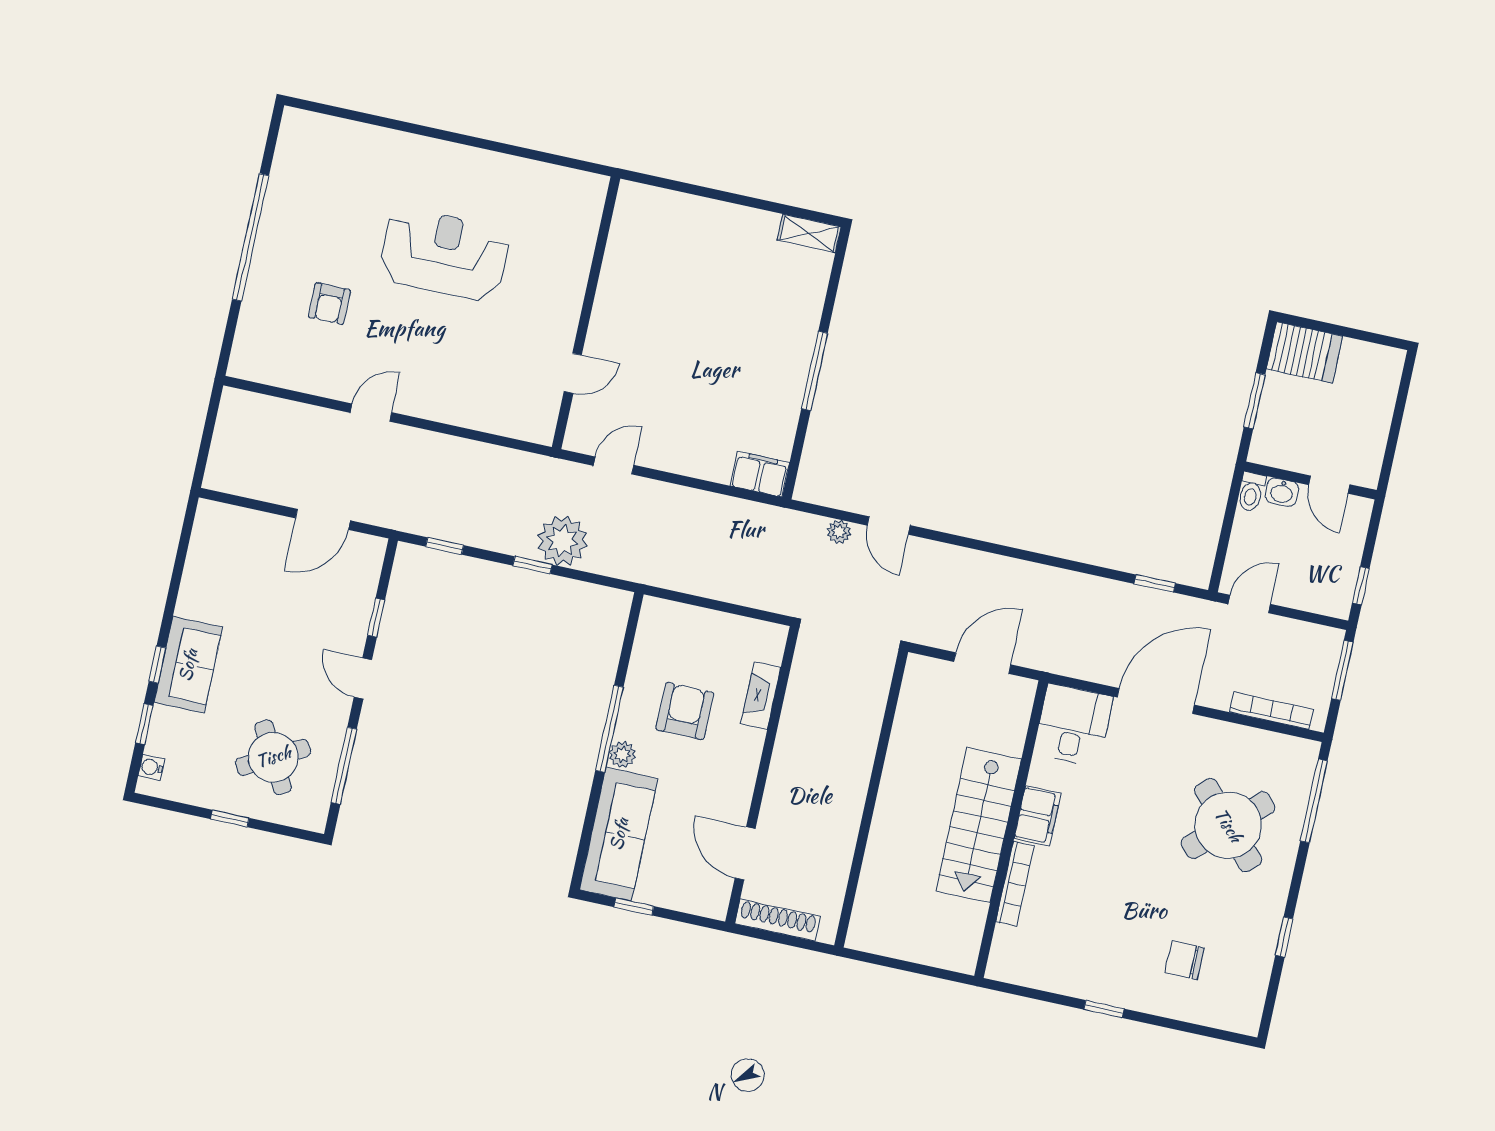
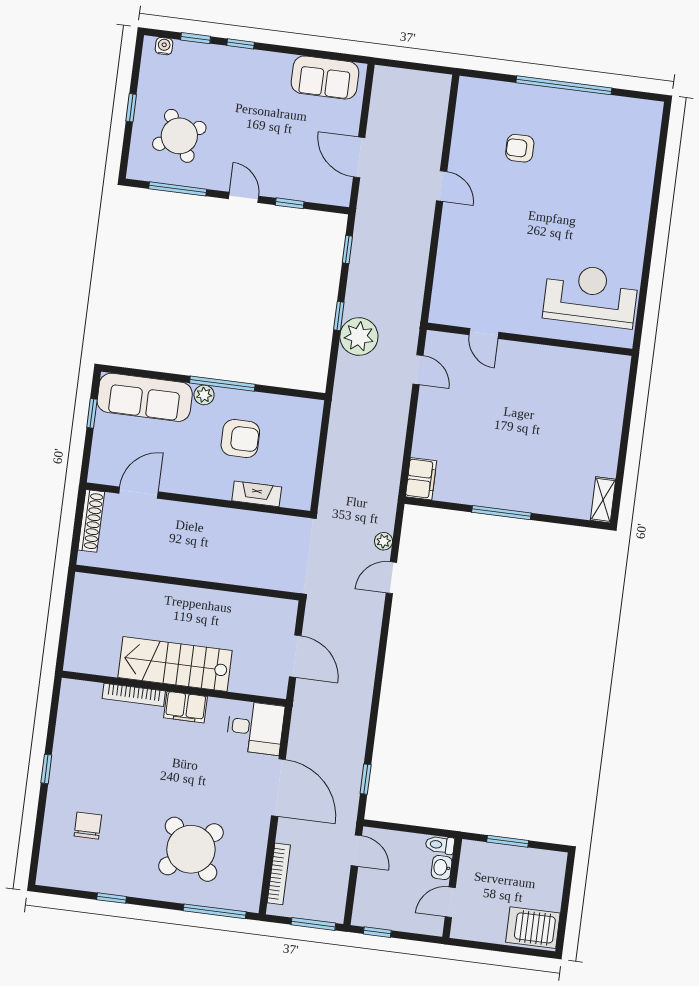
reception desk: (444, 254) -> (591, 296), moved, turned -90
server rack: (1304, 352) -> (533, 928), moved, turned 90
sofa: (188, 665) -> (325, 77), moved
door: (363, 678) -> (244, 197), hinge flipped

